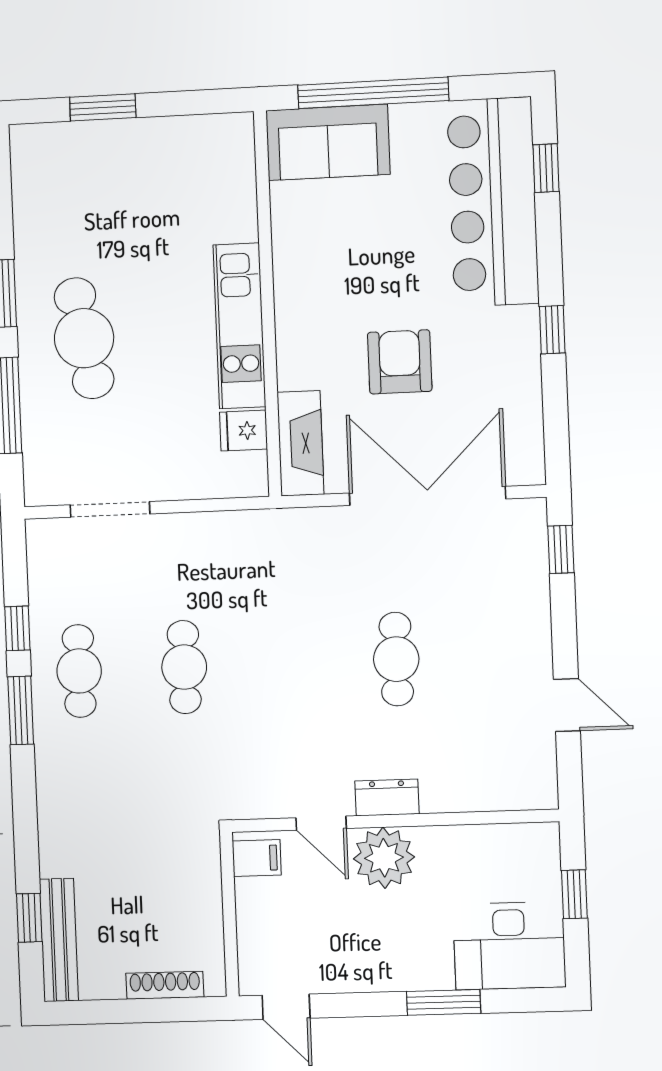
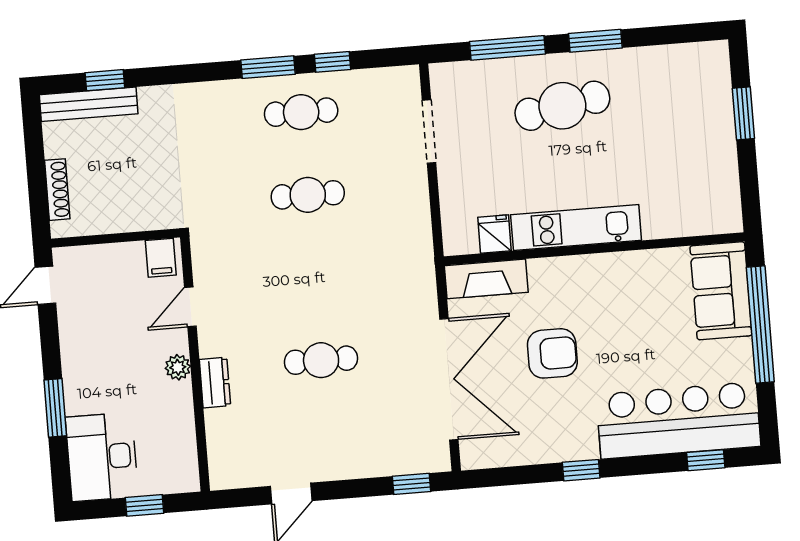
dresser: (387, 797) -> (215, 383), moved
plant: (384, 858) -> (178, 367), width x0.53, depth x0.53

